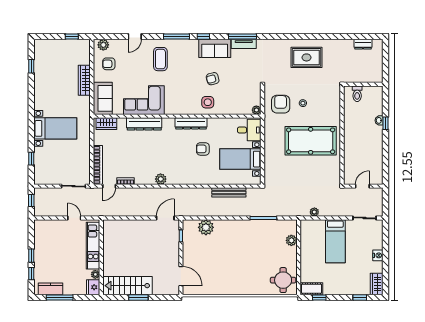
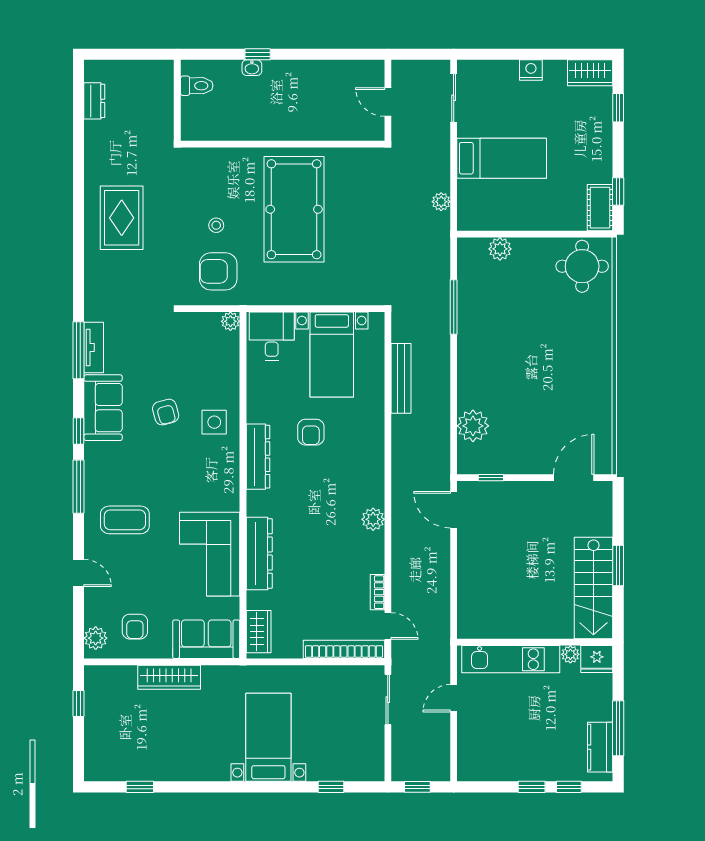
toilet: (357, 94) -> (197, 86), moved

